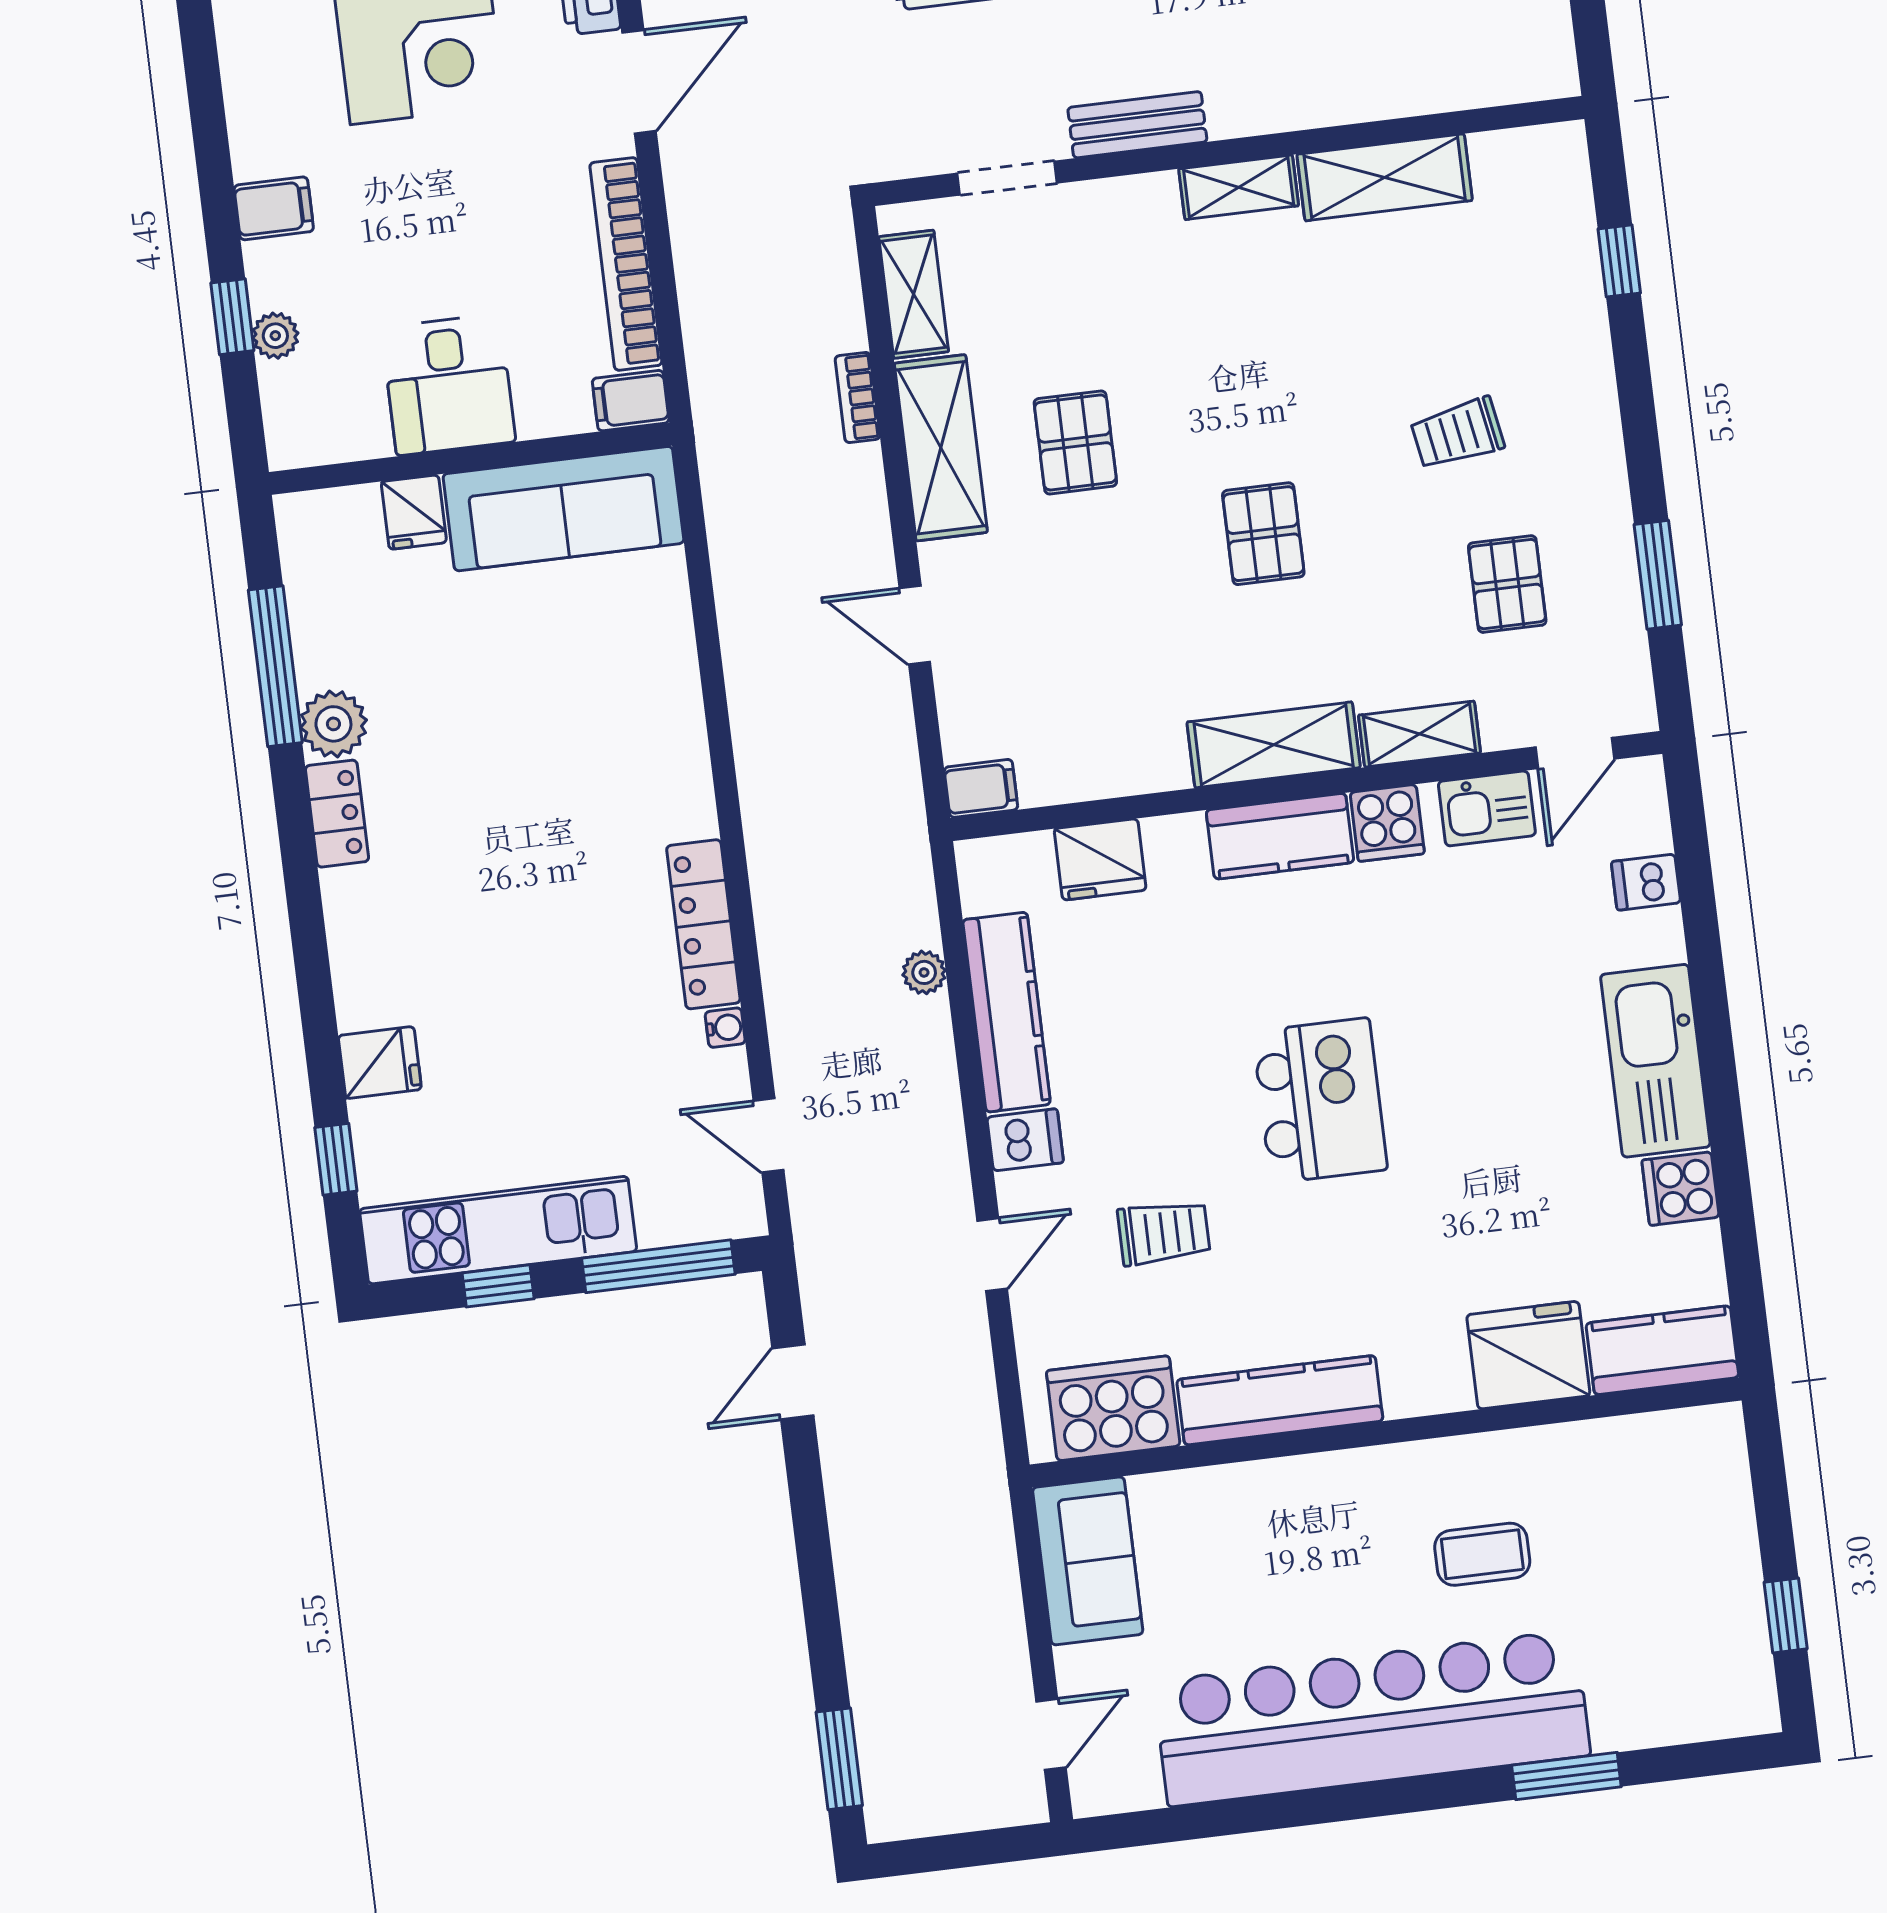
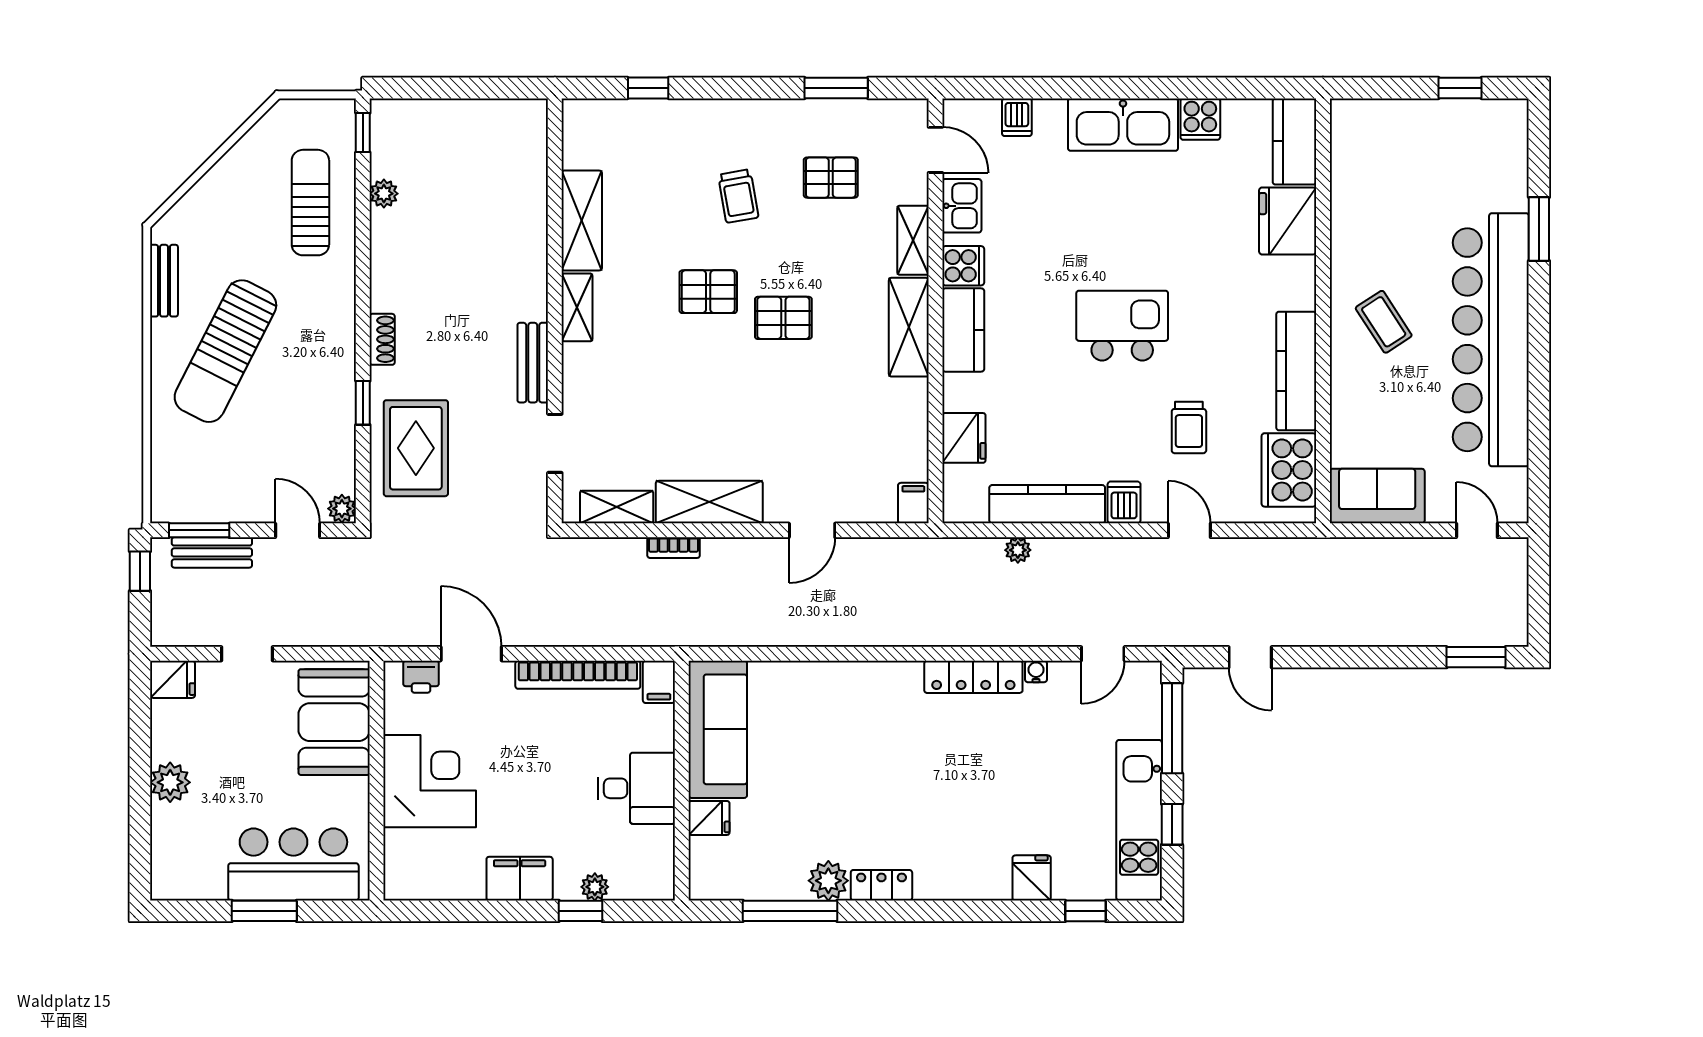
filing cabinet: (274, 208) -> (520, 879), width x2.00
pallet: (1075, 442) -> (708, 292), moved
trolley: (1164, 1233) -> (1189, 427), turned 180
coffee table: (1482, 1554) -> (1384, 322), moved, turned -33

